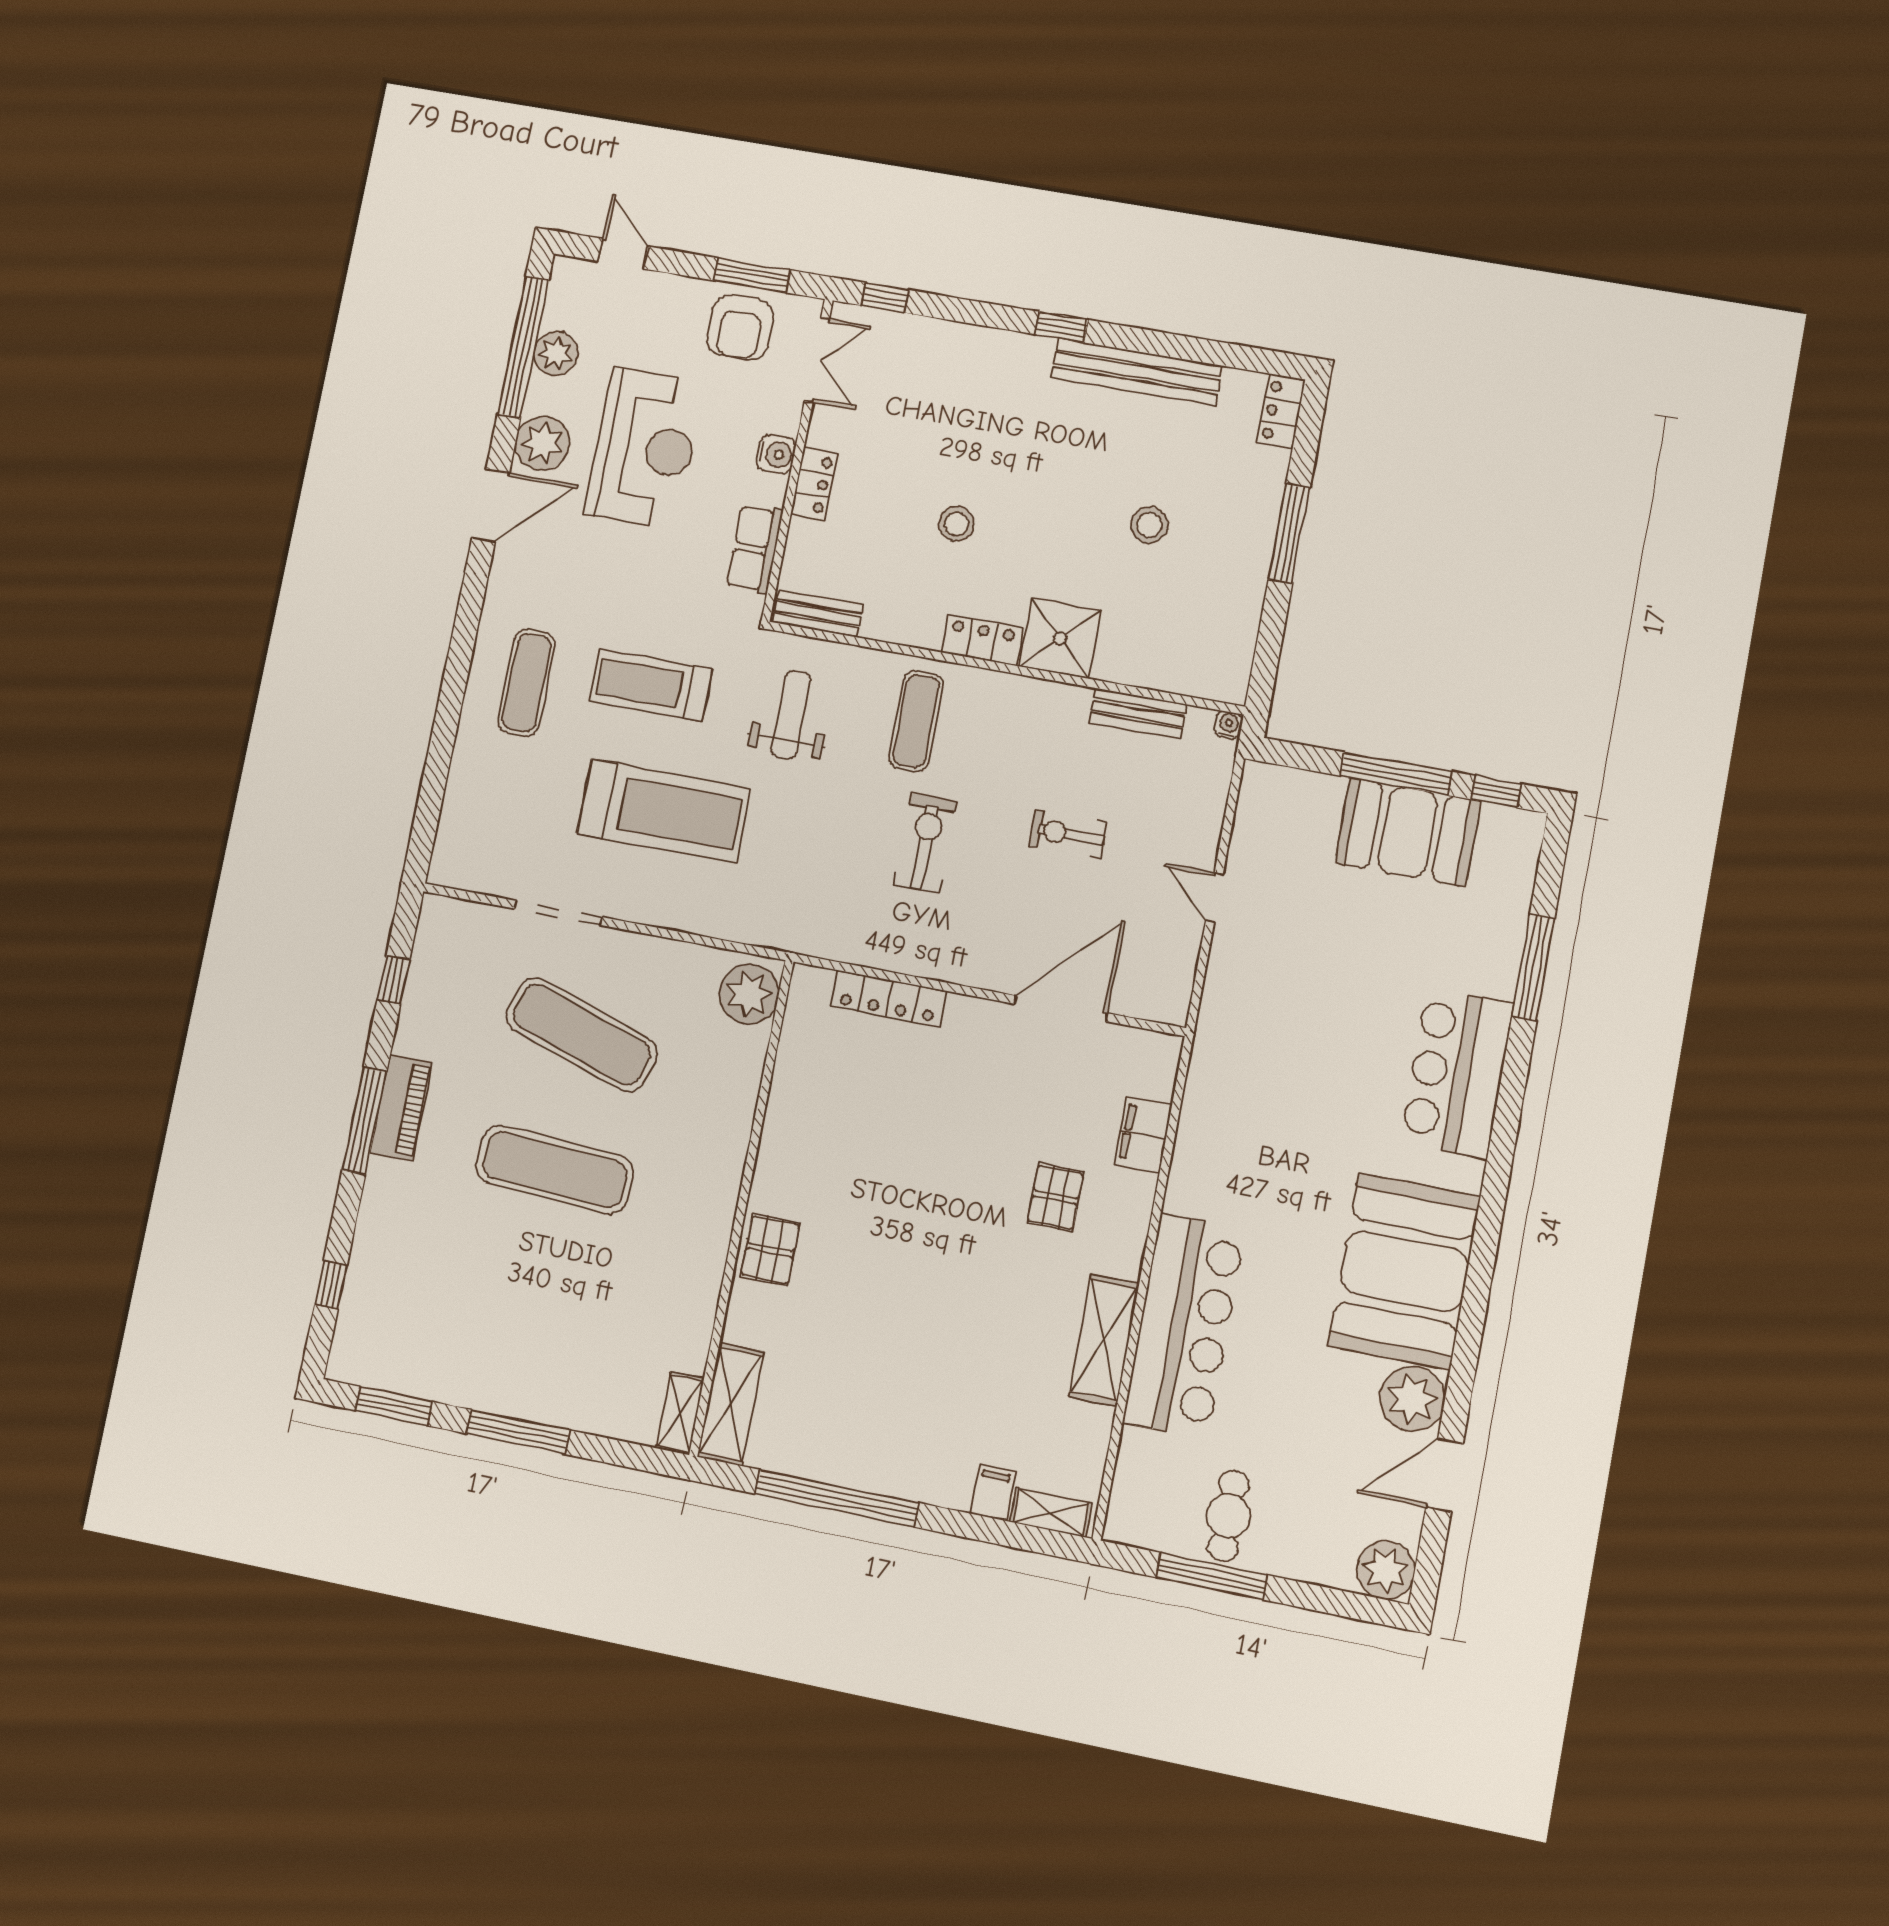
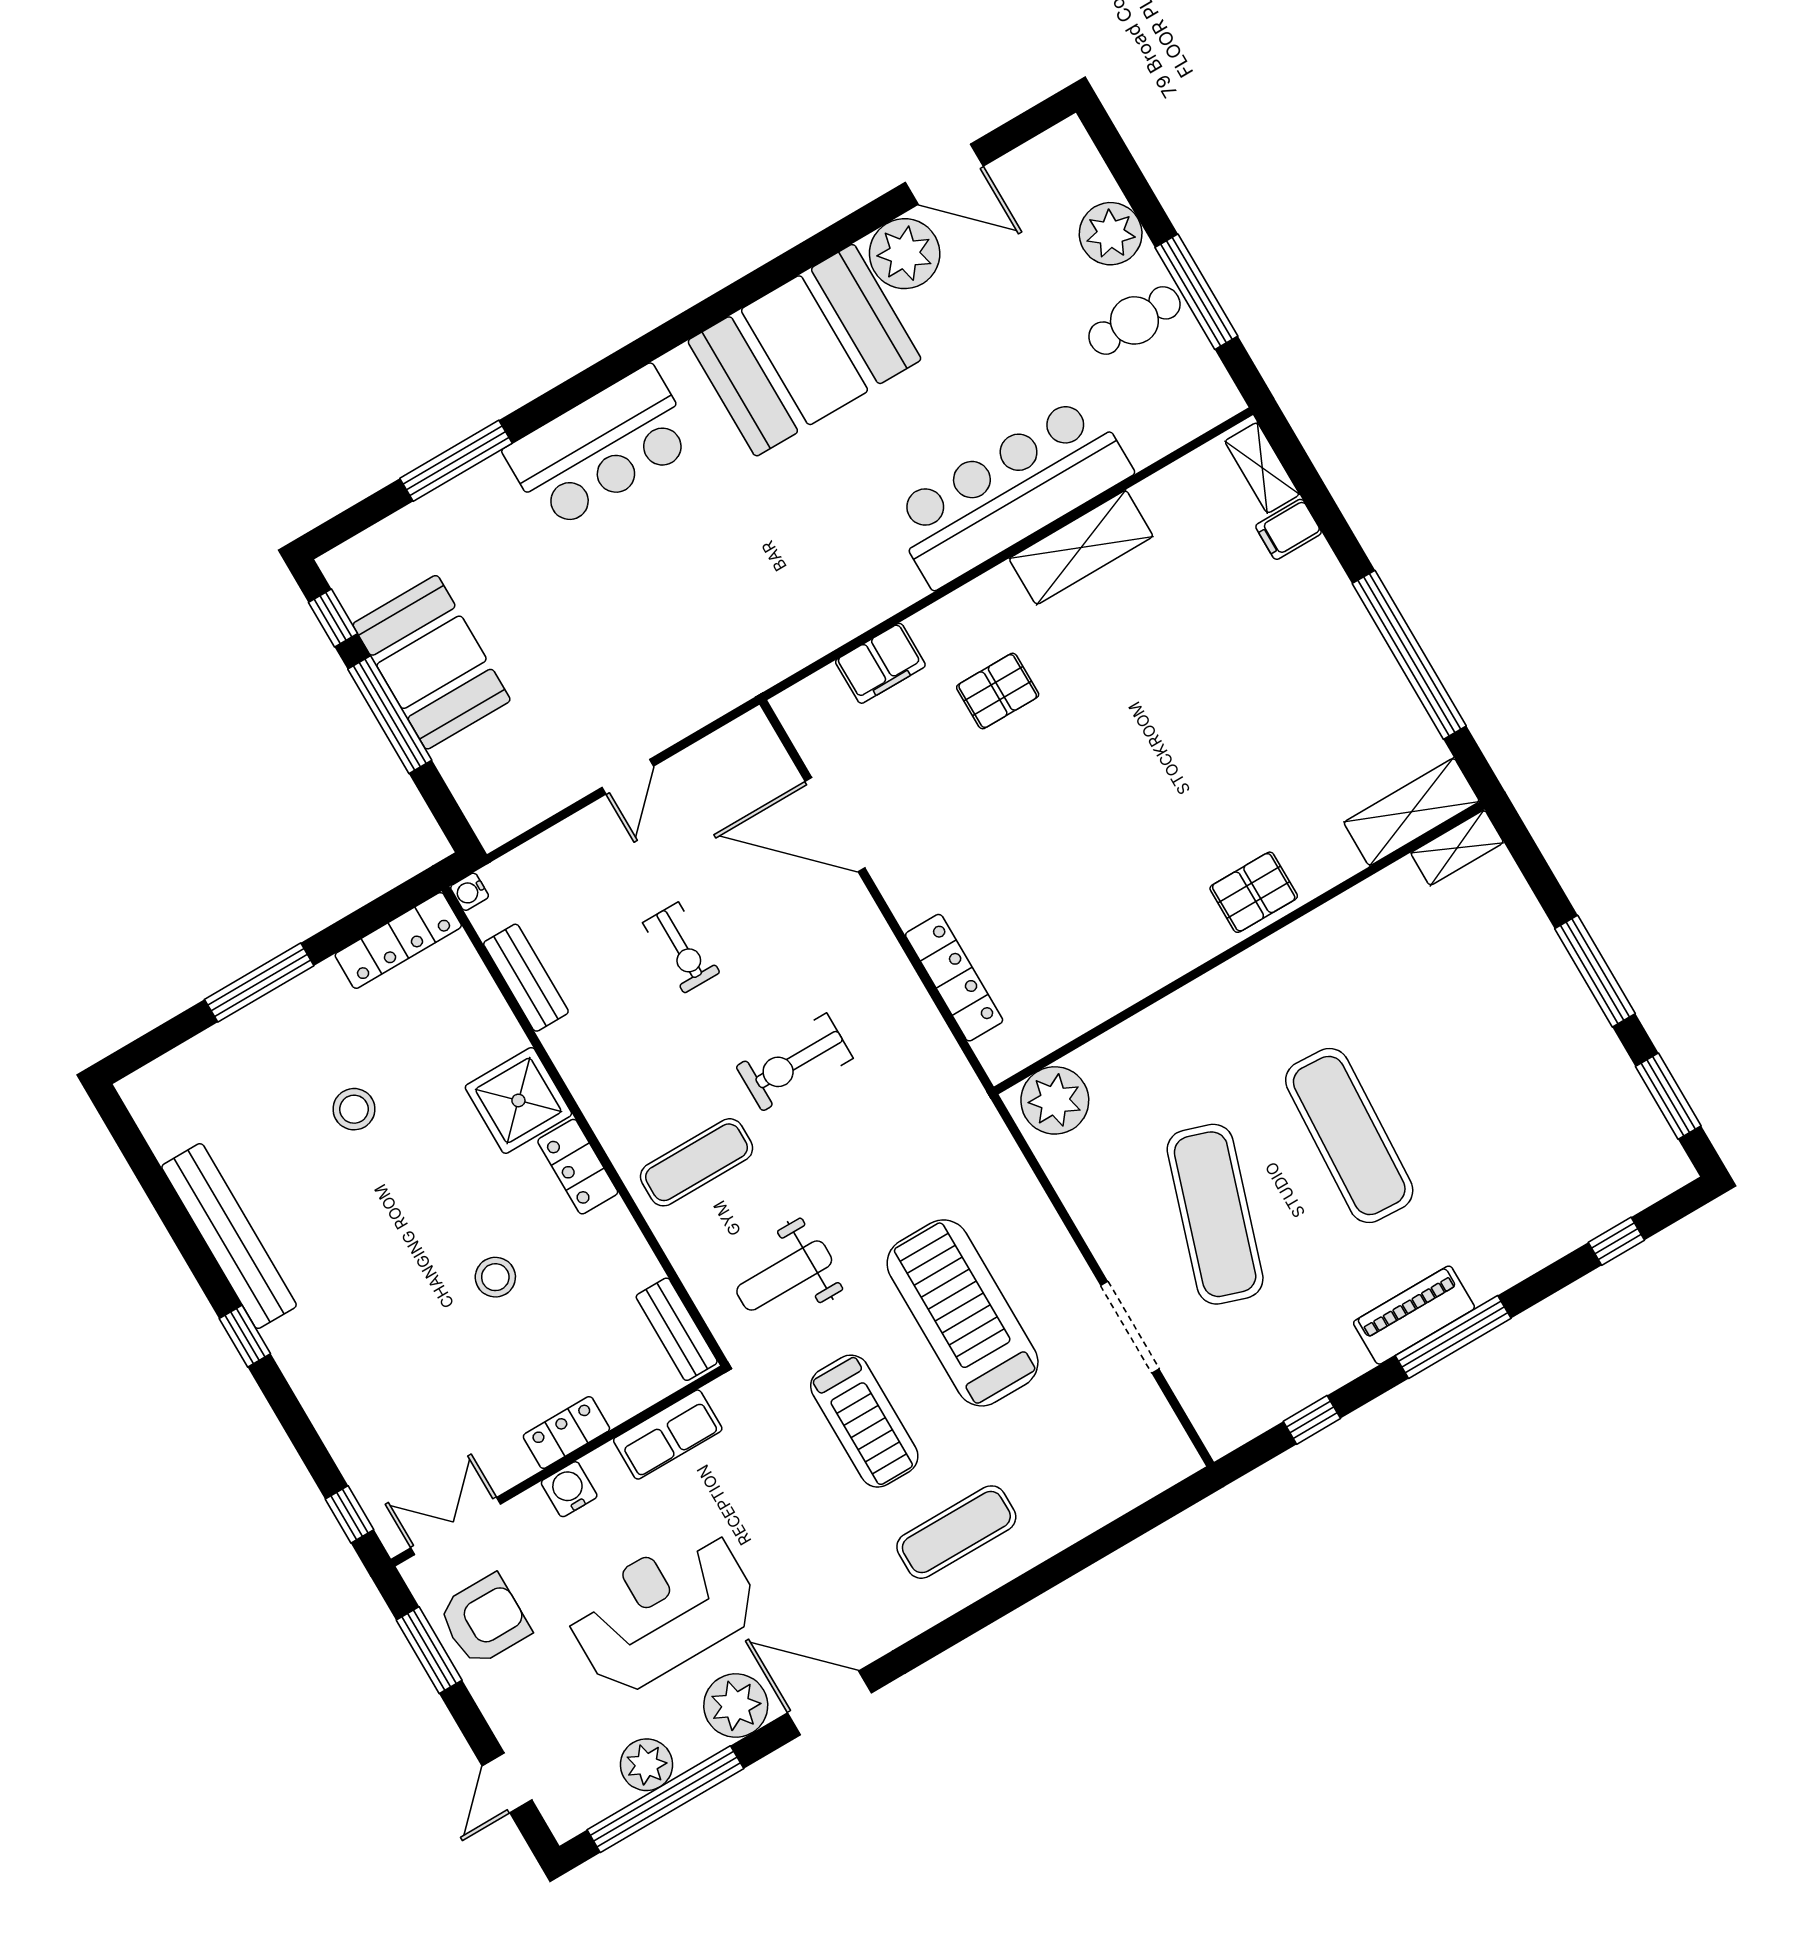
locker: (1281, 411) -> (398, 940), moved, width x1.53
plant: (1386, 1570) -> (1111, 234), moved

